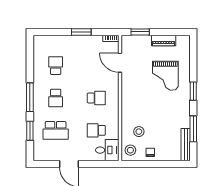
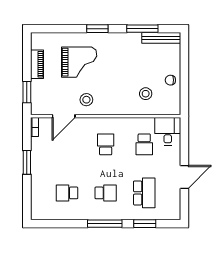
stool: (130, 150) -> (86, 100), moved

